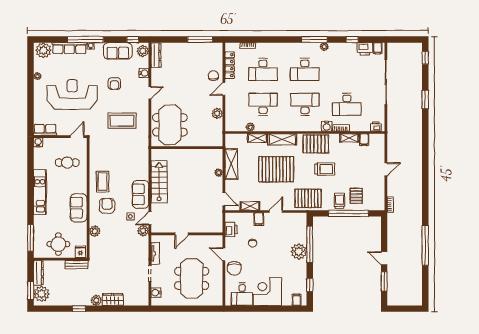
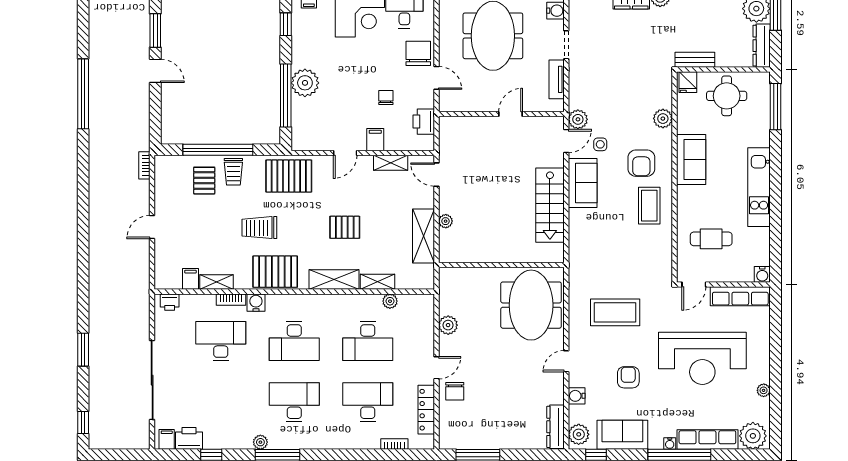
row of seats: (45, 130) -> (740, 296), width x1.48
pallet: (276, 169) -> (345, 227), width x0.49, depth x0.50

